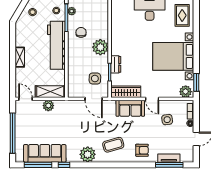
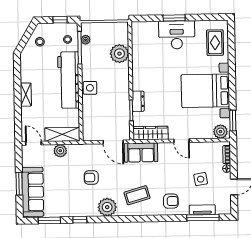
chair: (81, 32) -> (97, 64), removed
plant: (100, 47) -> (119, 54), moved
side table: (95, 79) -> (90, 88), moved
sofa: (130, 108) -> (141, 152), moved
side table: (167, 120) -> (201, 179), moved
armchair: (74, 129) -> (91, 178), added
window: (13, 133) -> (19, 184), width x0.47
sofa: (45, 153) -> (33, 192), moved, turned 90
window: (38, 165) -> (49, 220), width x0.69

